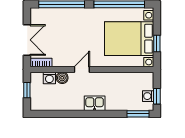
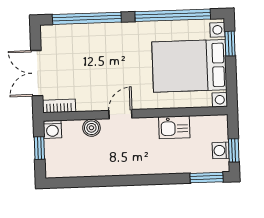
double door: (27, 40) -> (37, 73), swing flipped
window: (157, 44) -> (230, 44), moved
washing machine: (49, 78) -> (52, 129), moved
kitchen sink: (95, 103) -> (174, 127), moved, turned 180

